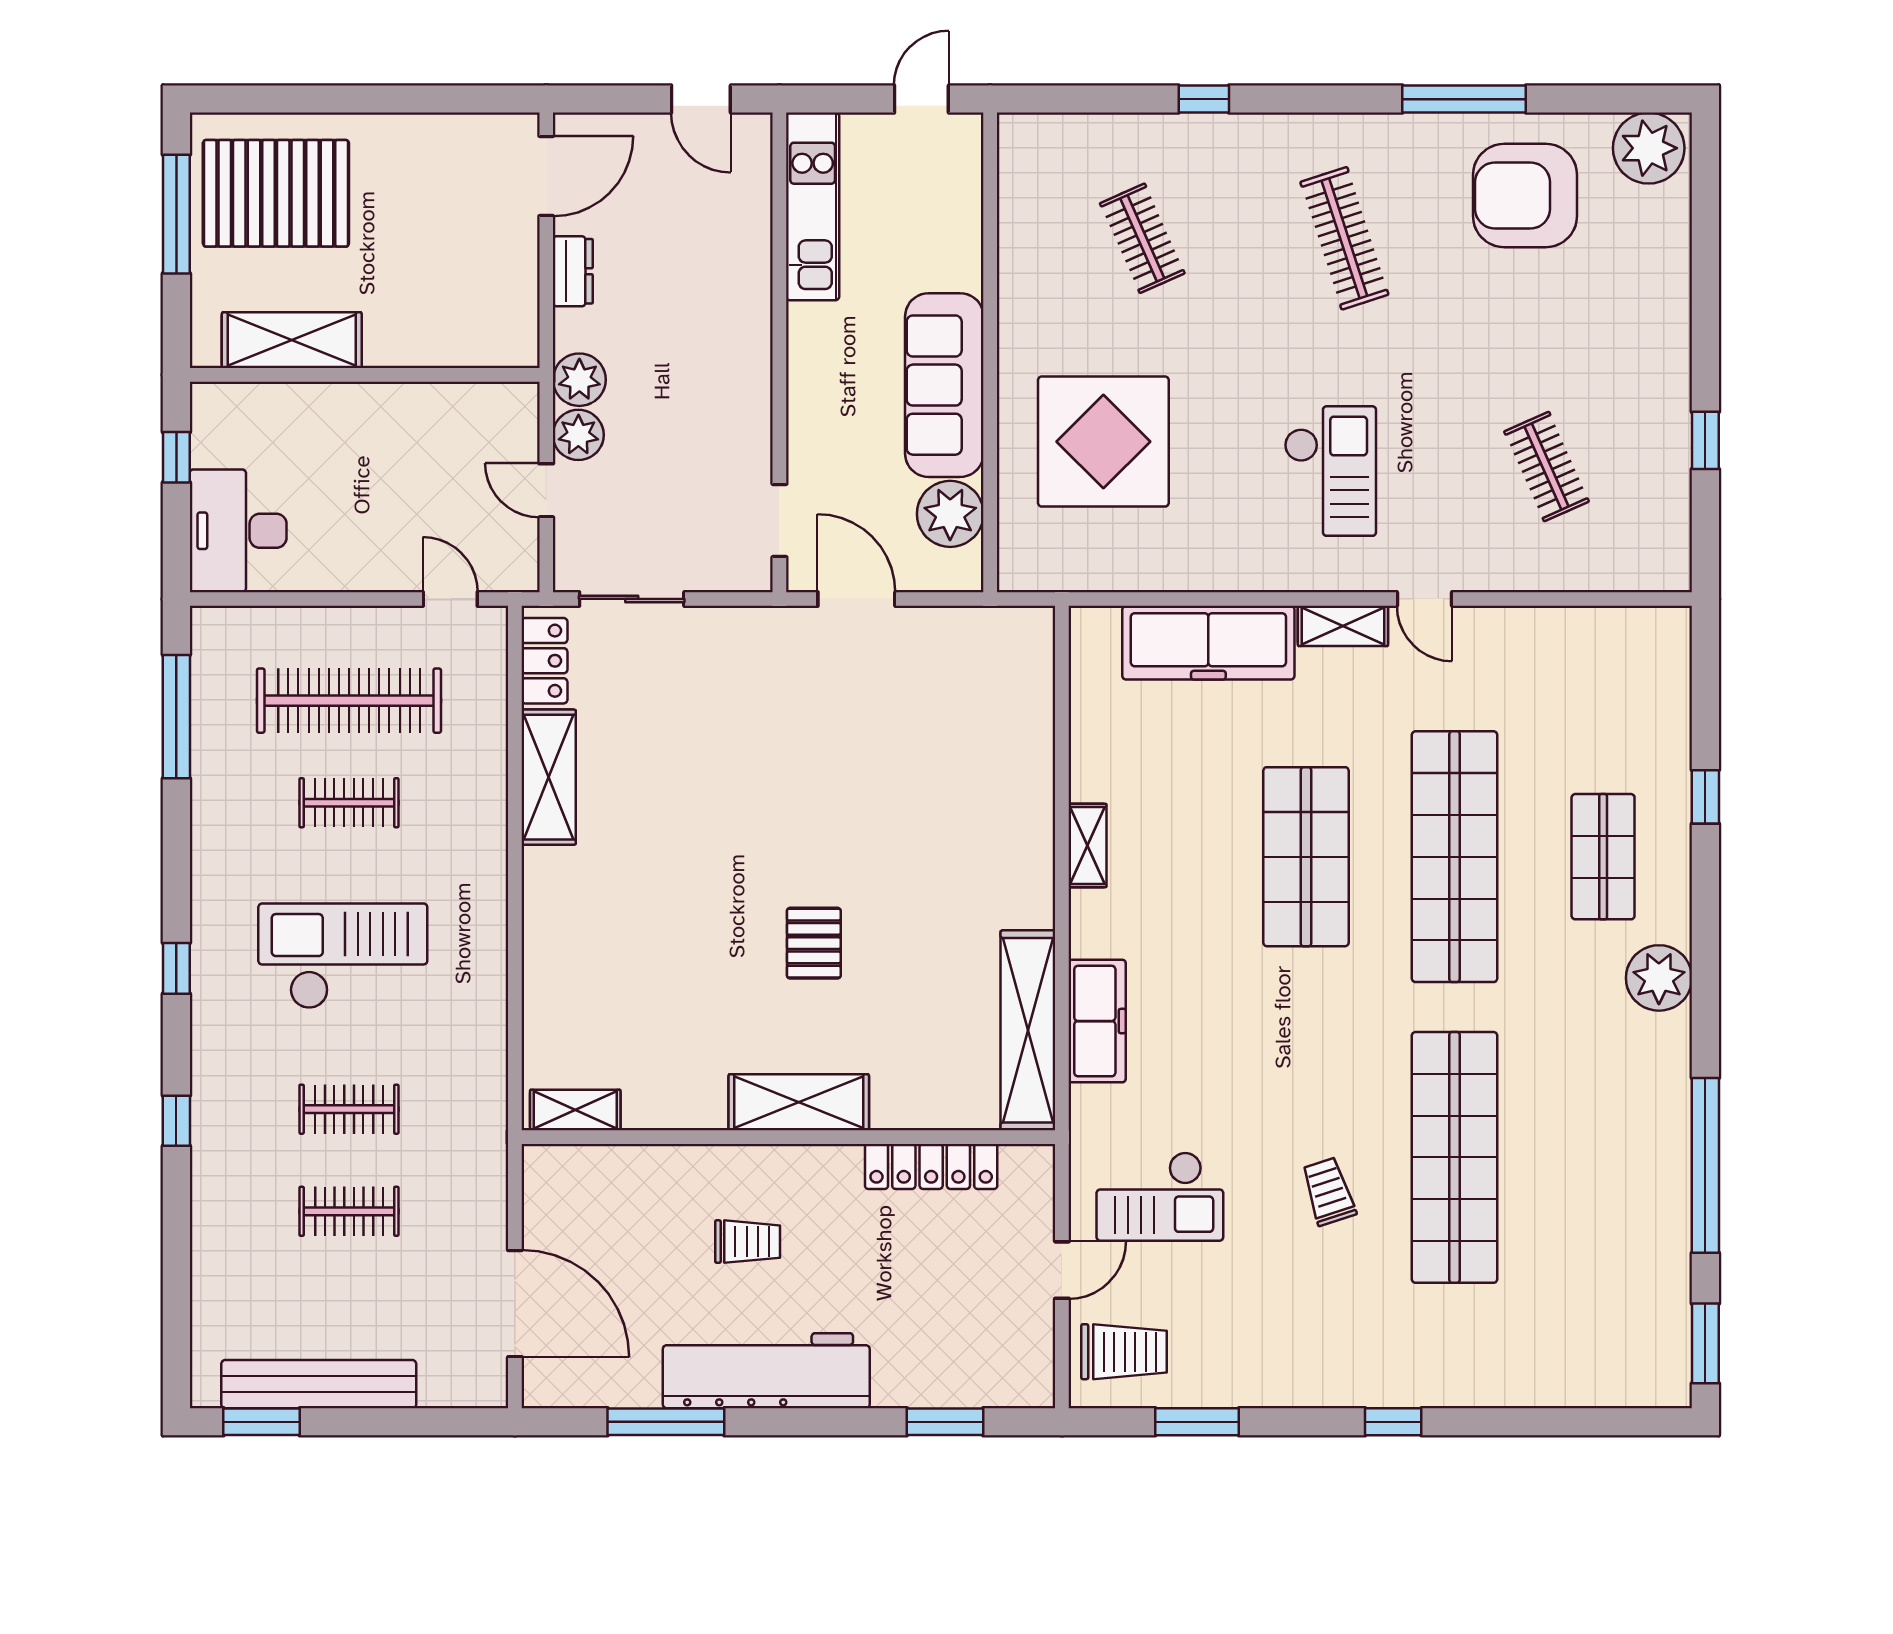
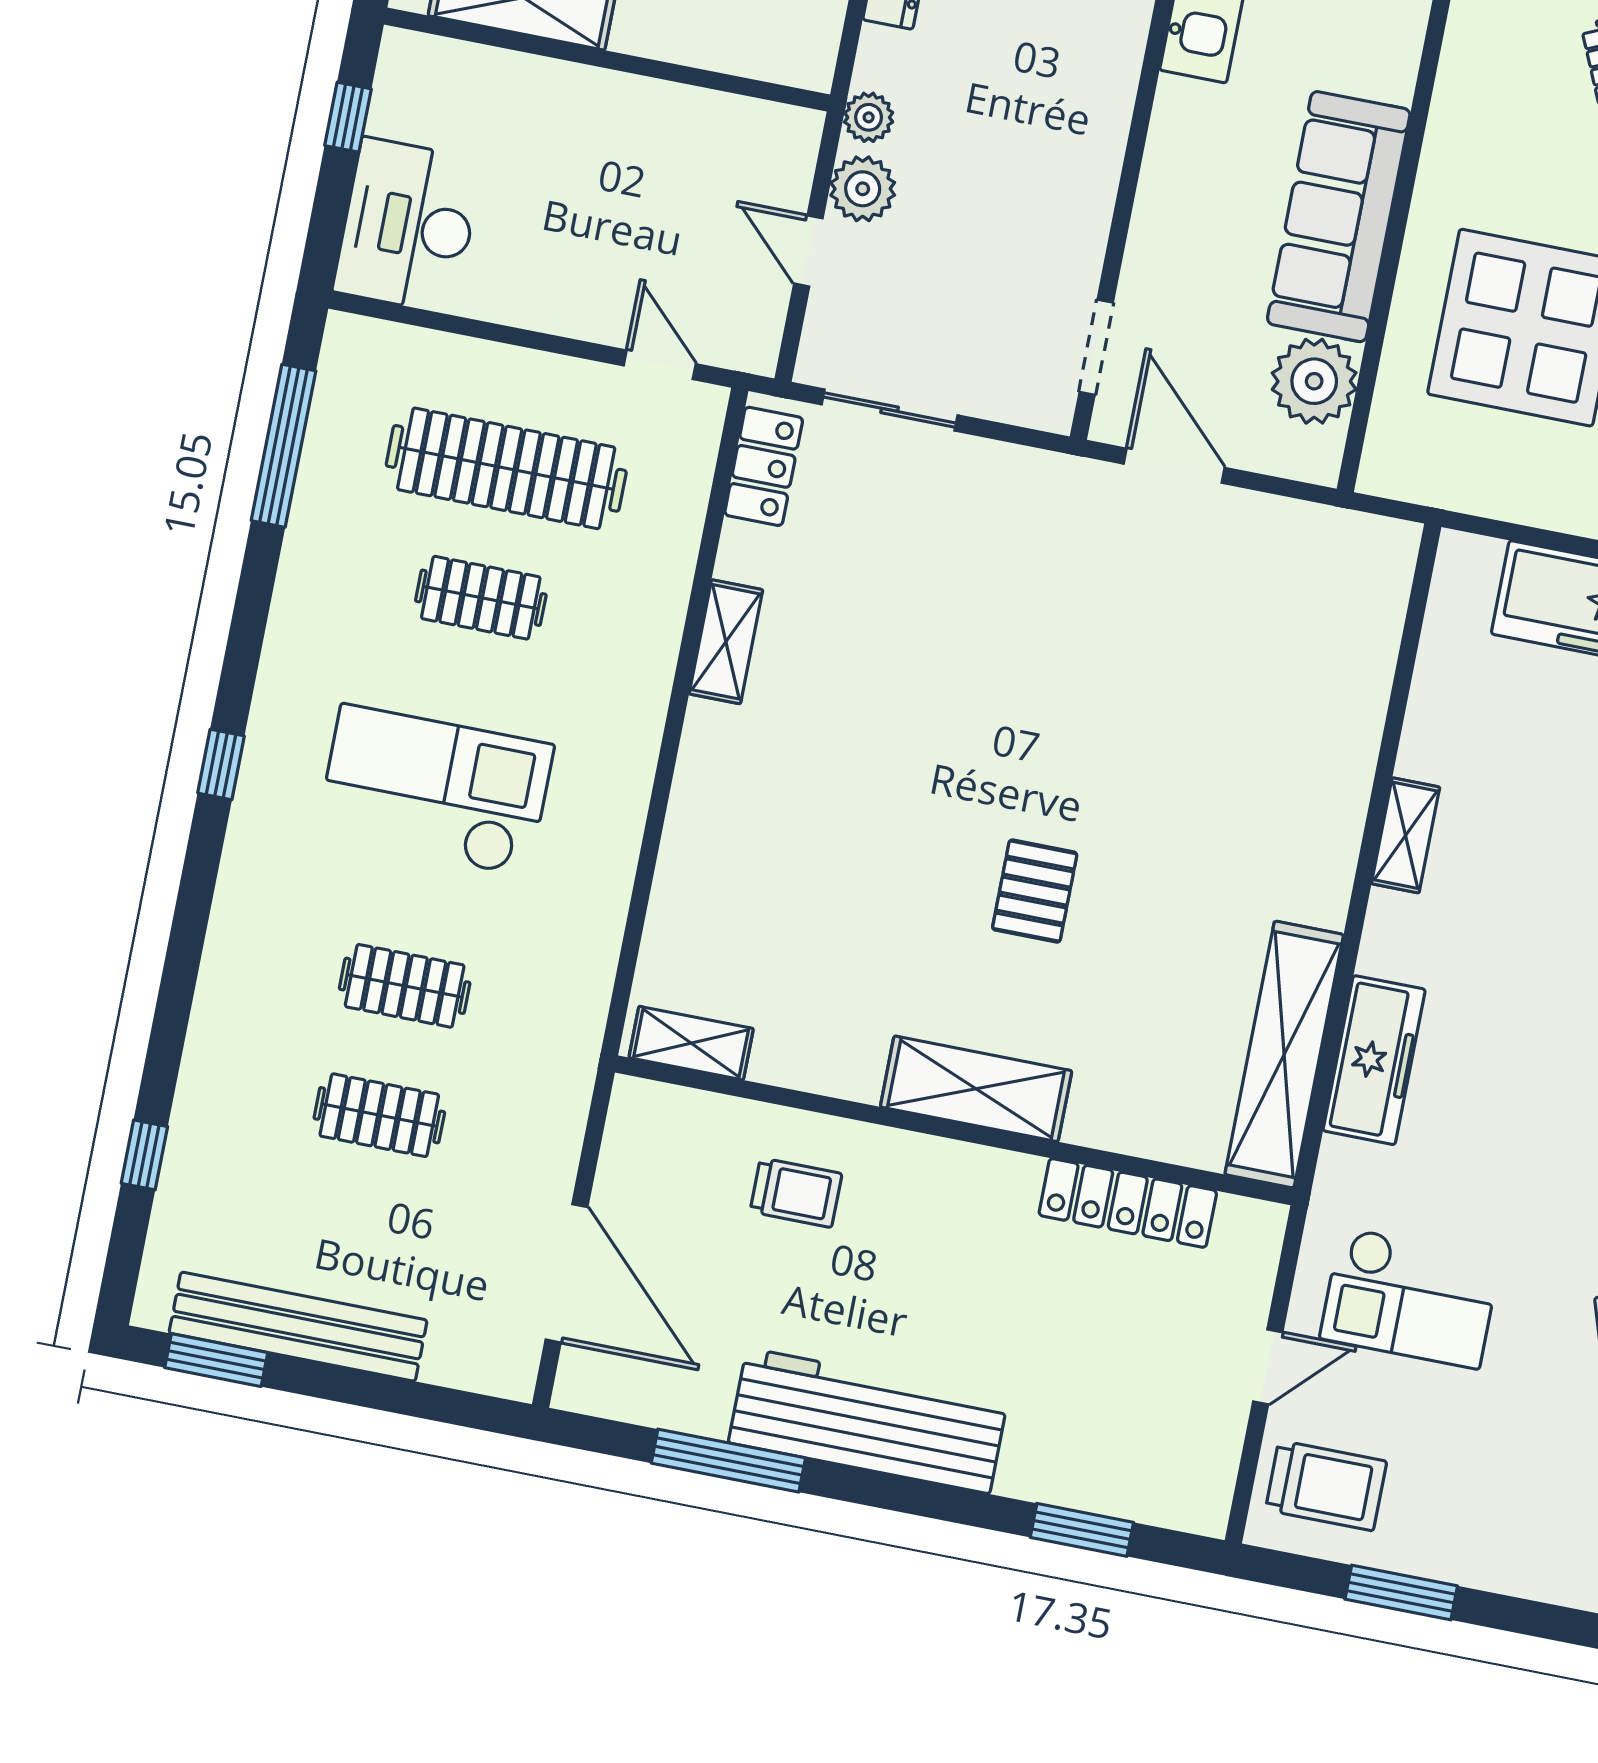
plant: (579, 380) -> (869, 117), width x0.73, depth x0.73
shelving: (549, 777) -> (726, 642), width x0.67, depth x0.75
window: (176, 1121) -> (144, 1155), moved
trolley: (748, 1242) -> (796, 1193), moved

